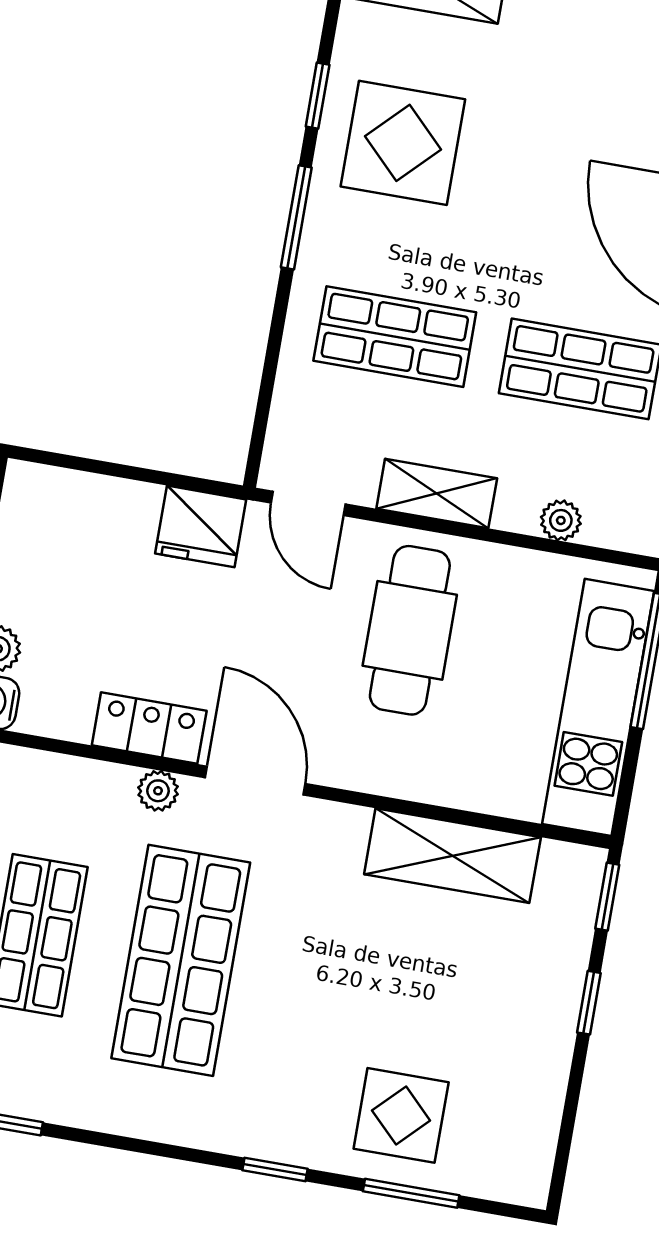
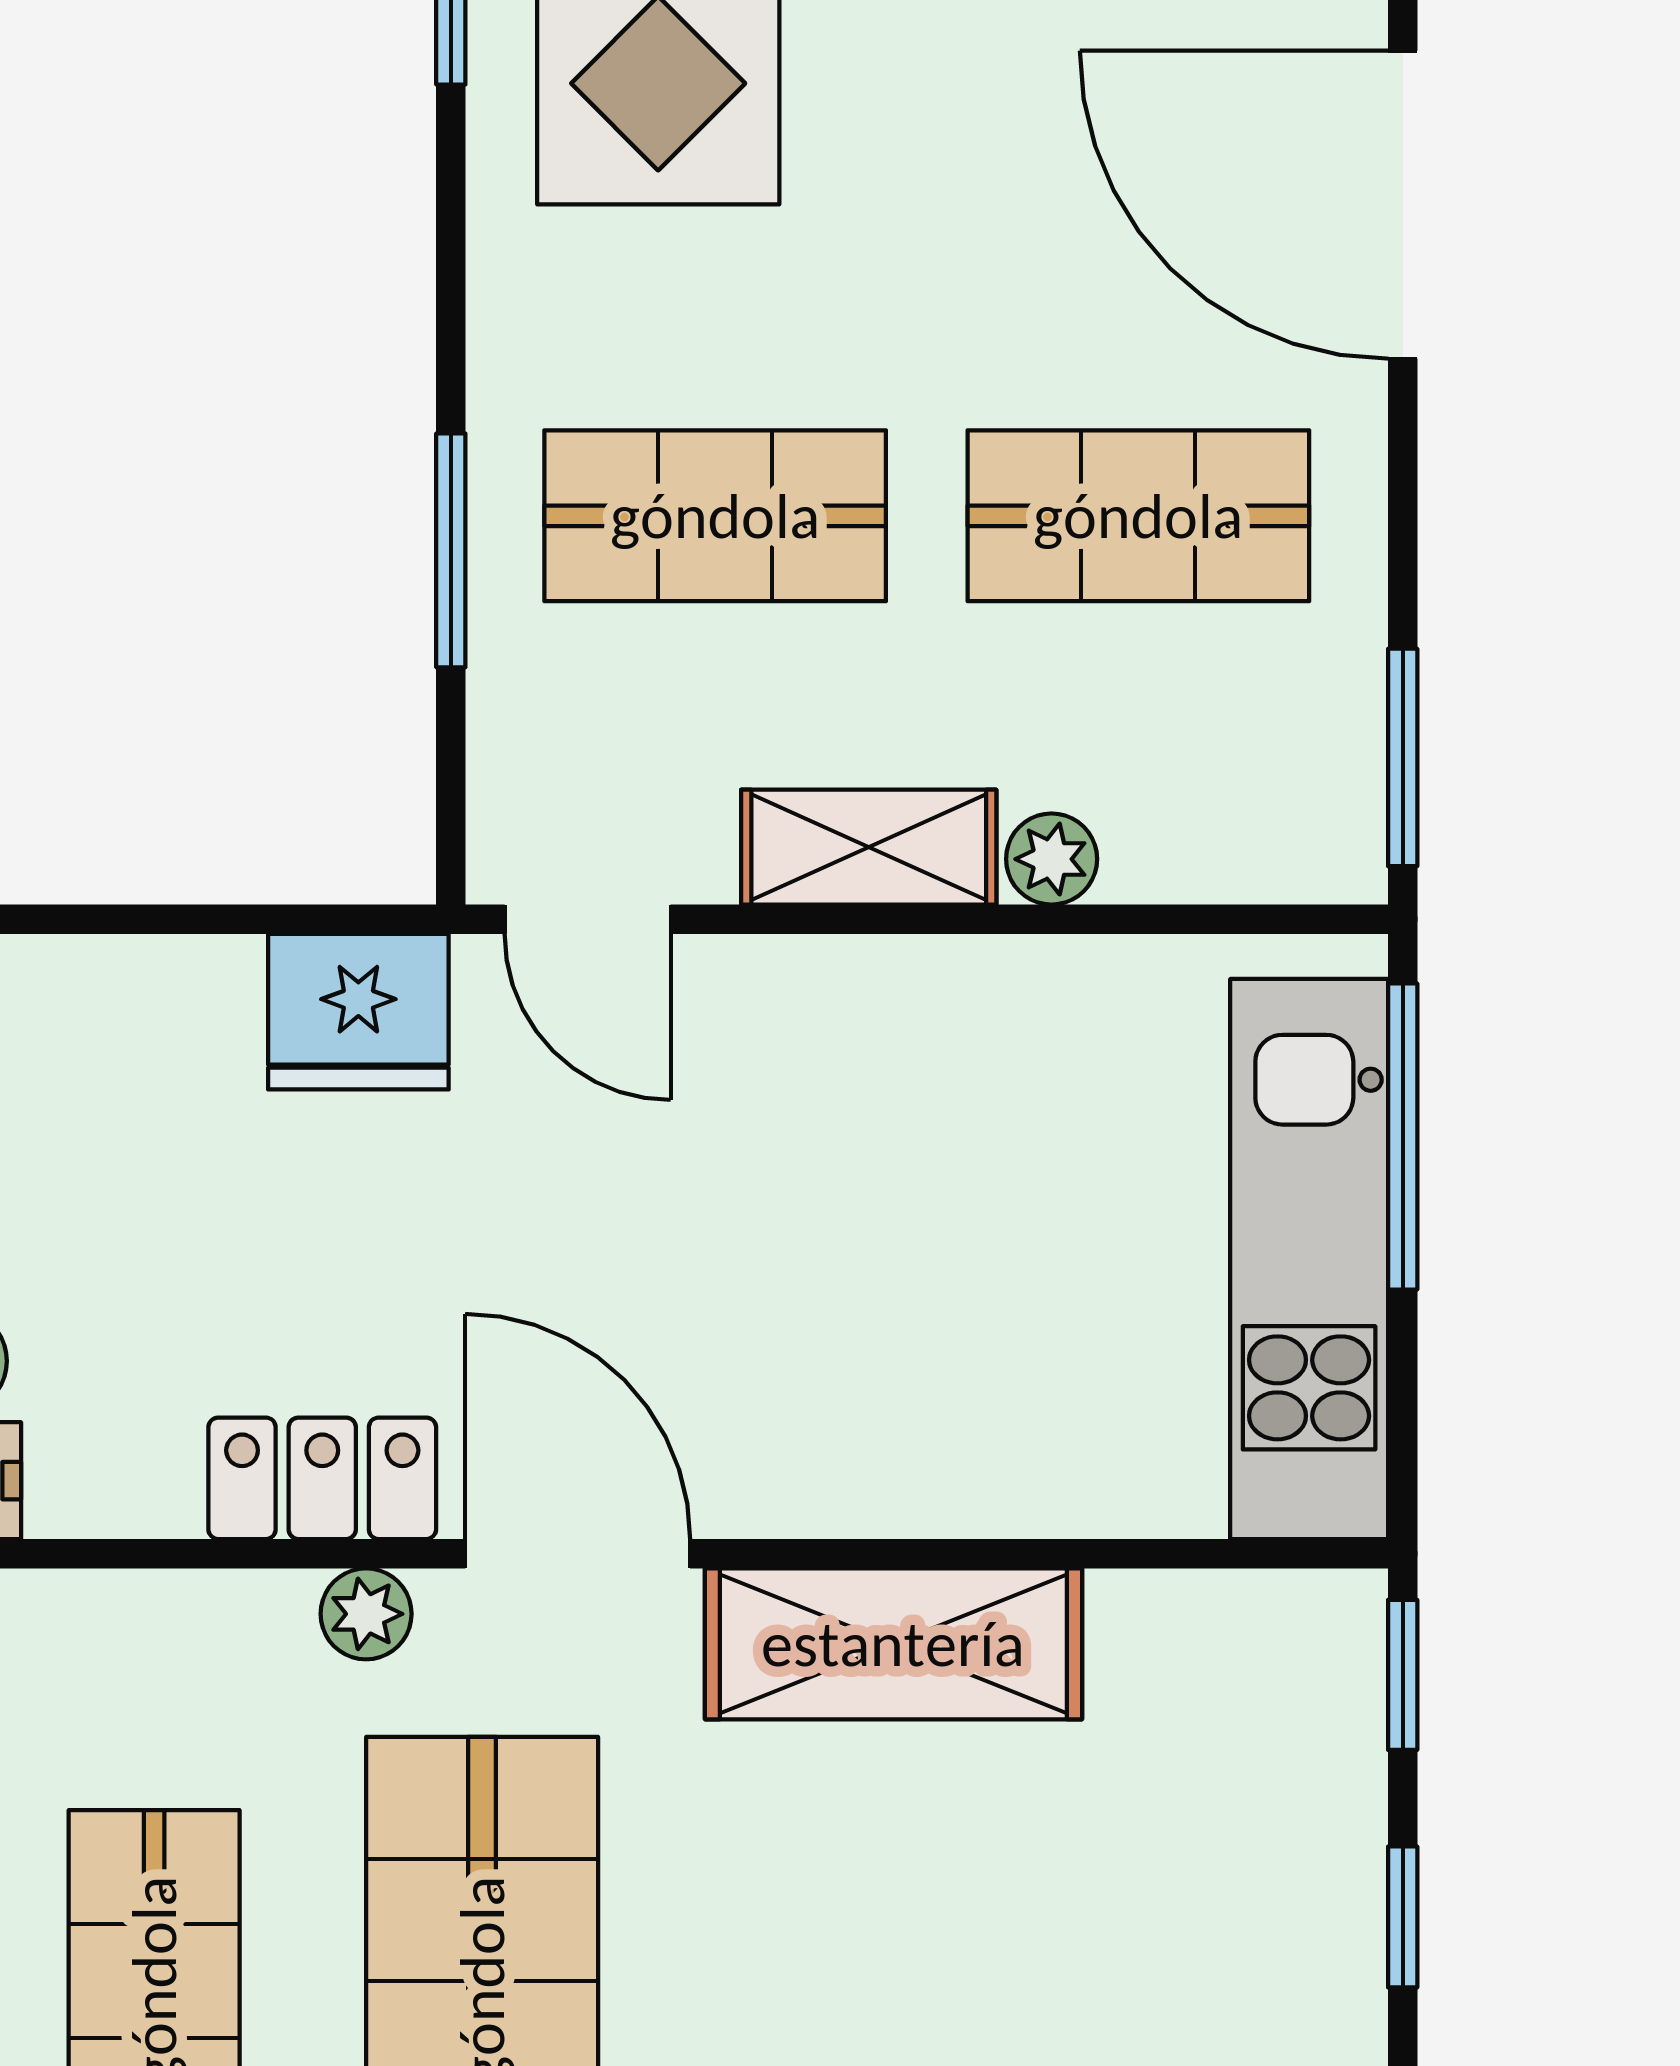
window: (296, 217) -> (451, 550), moved
plant: (561, 520) -> (1052, 859), moved
cafe table: (410, 630) -> (862, 1161), removed
shelving: (452, 856) -> (893, 1644), moved

